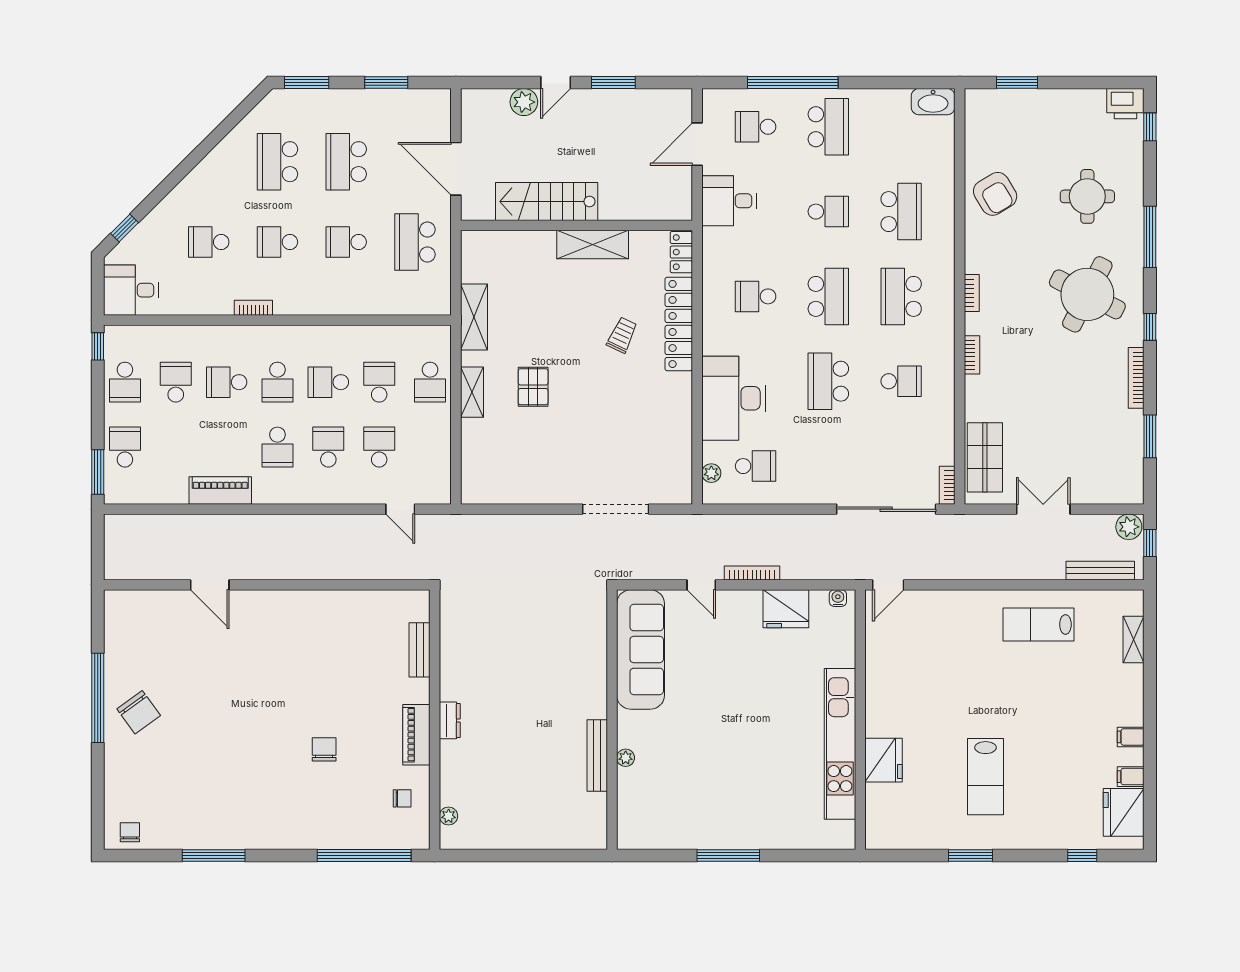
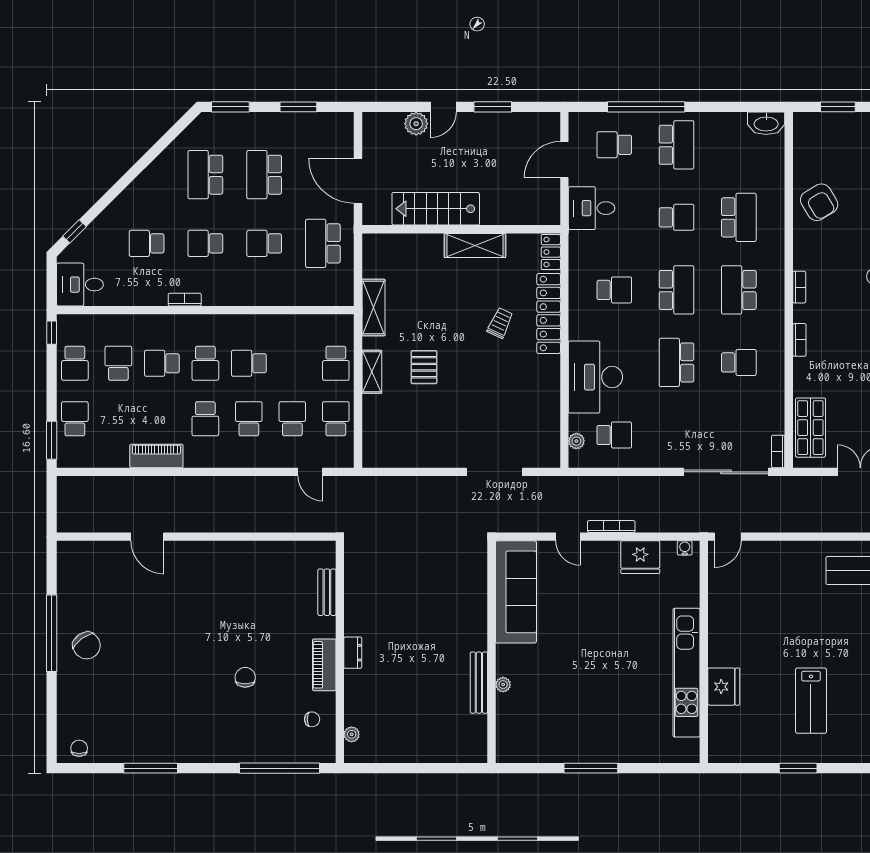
school desk: (756, 296) -> (614, 290), turned 180
school desk: (379, 382) -> (336, 419), moved

